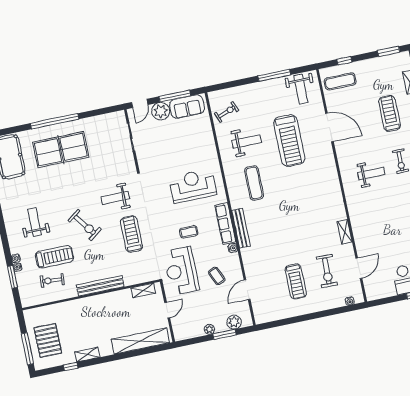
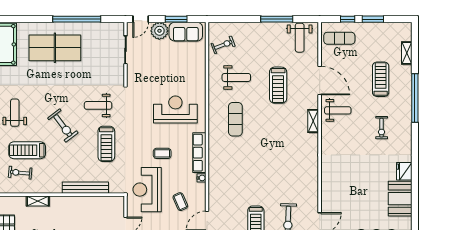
window: (389, 51) -> (373, 19), moved
window: (175, 96) -> (176, 19), width x0.69
window: (55, 121) -> (77, 19), moved
treadmill: (289, 141) -> (278, 85), width x0.73, depth x0.73
weight bench: (371, 174) -> (338, 110), moved
bench: (241, 228) -> (214, 160), removed
shelving: (345, 232) -> (313, 121), moved
treadmill: (131, 234) -> (106, 144), turned 180
treadmill: (54, 257) -> (27, 150), turned 180
bench: (100, 286) -> (85, 188), moved
shelving: (143, 290) -> (38, 201), moved

